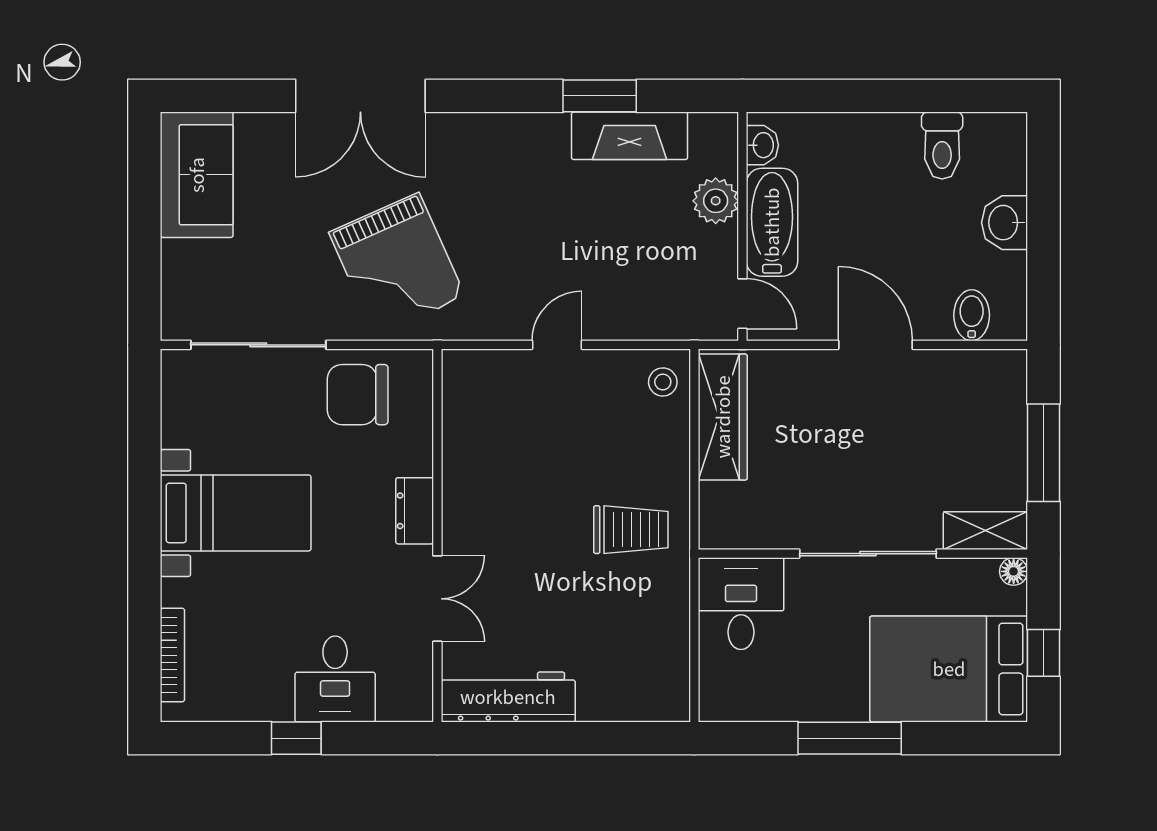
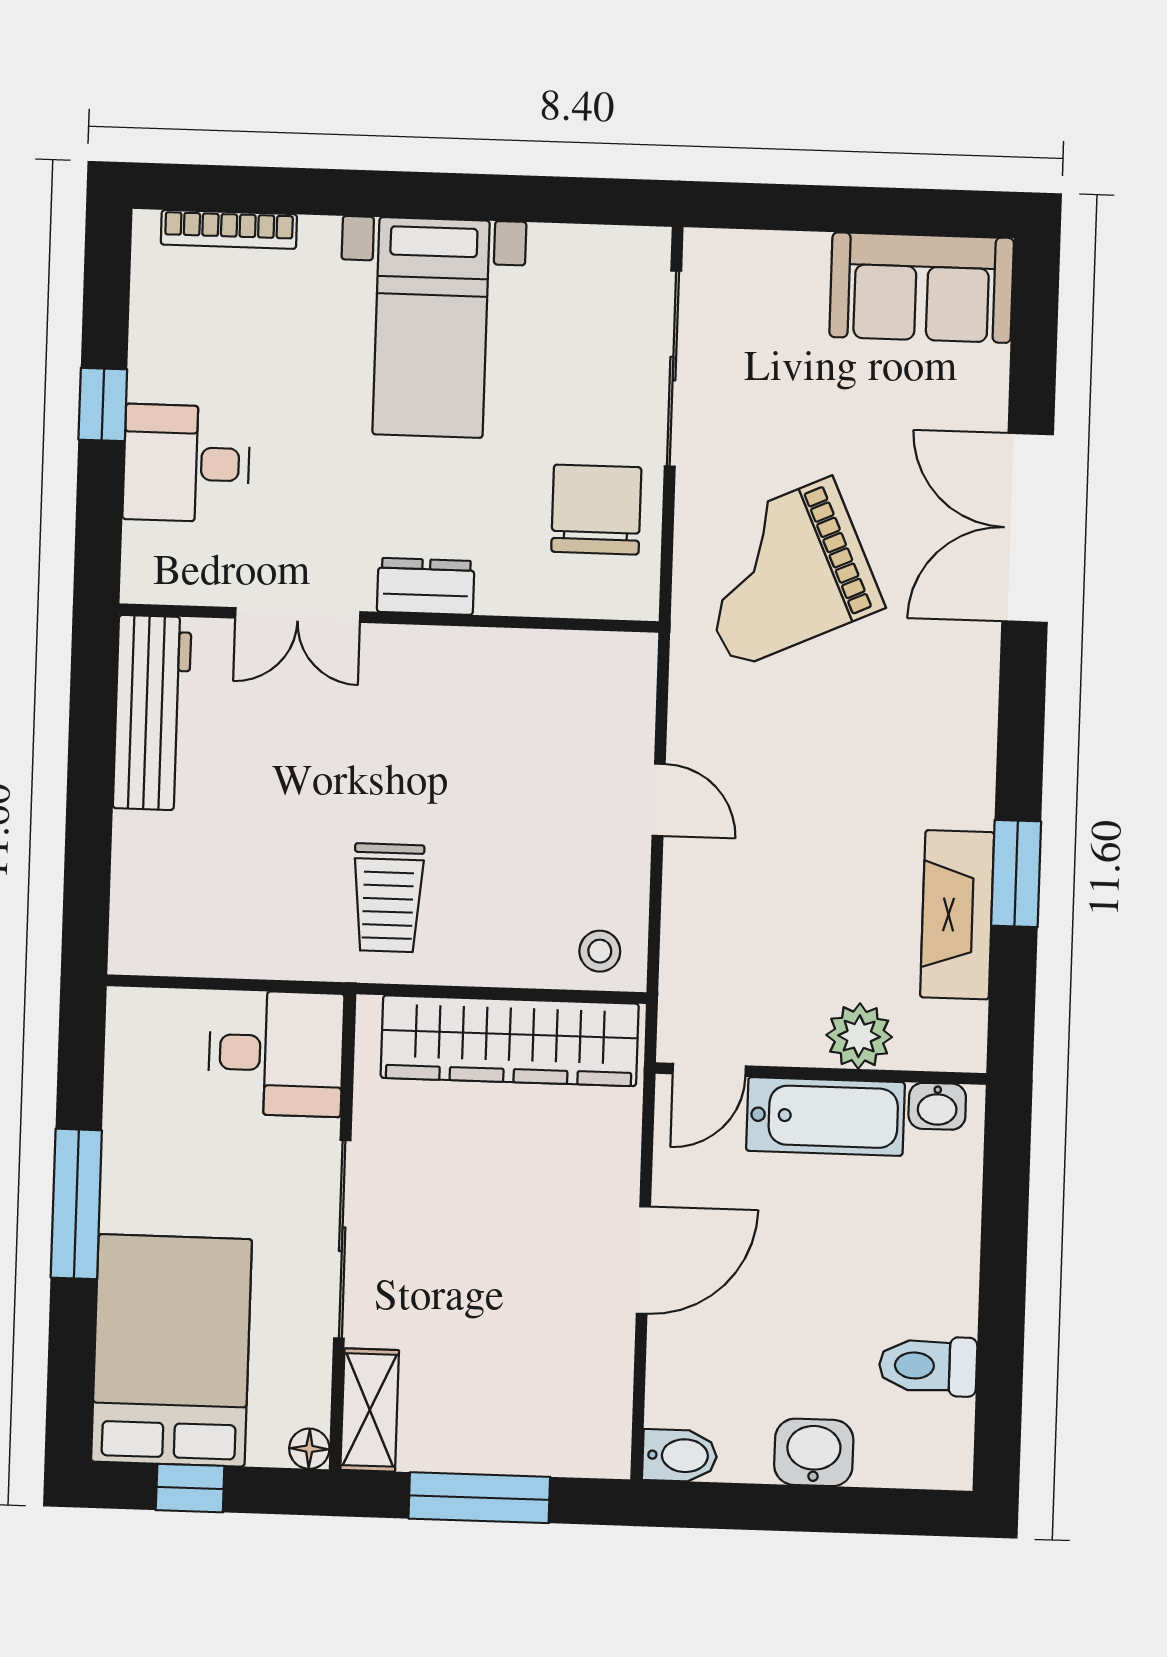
bidet: (972, 315) -> (680, 1456), moved
wardrobe: (723, 417) -> (510, 1041), width x1.40, depth x1.17

